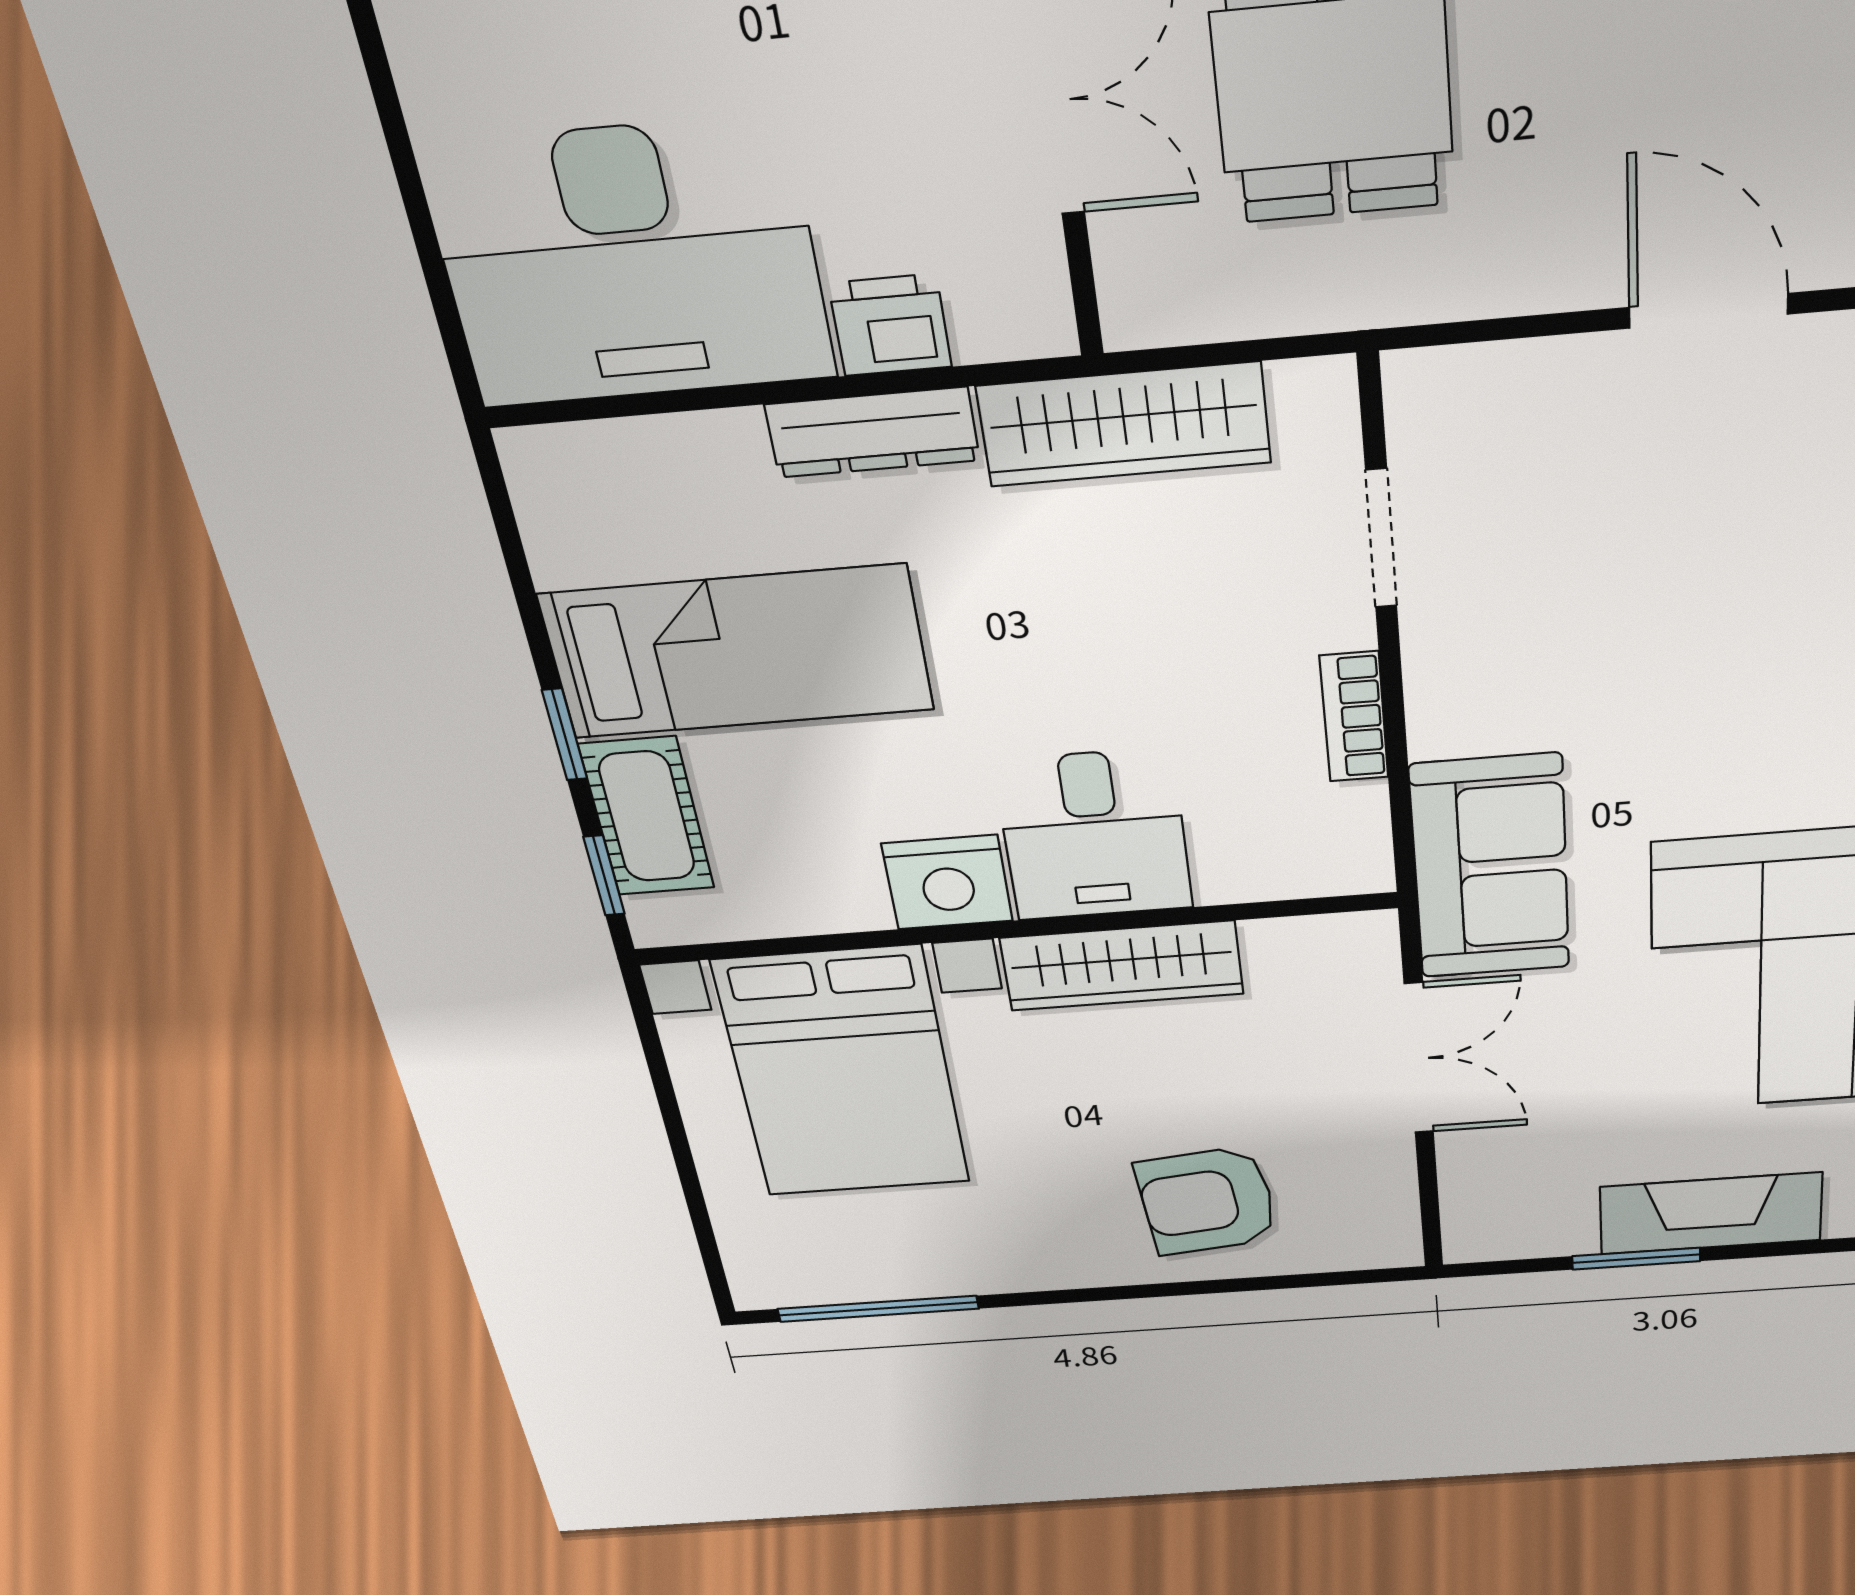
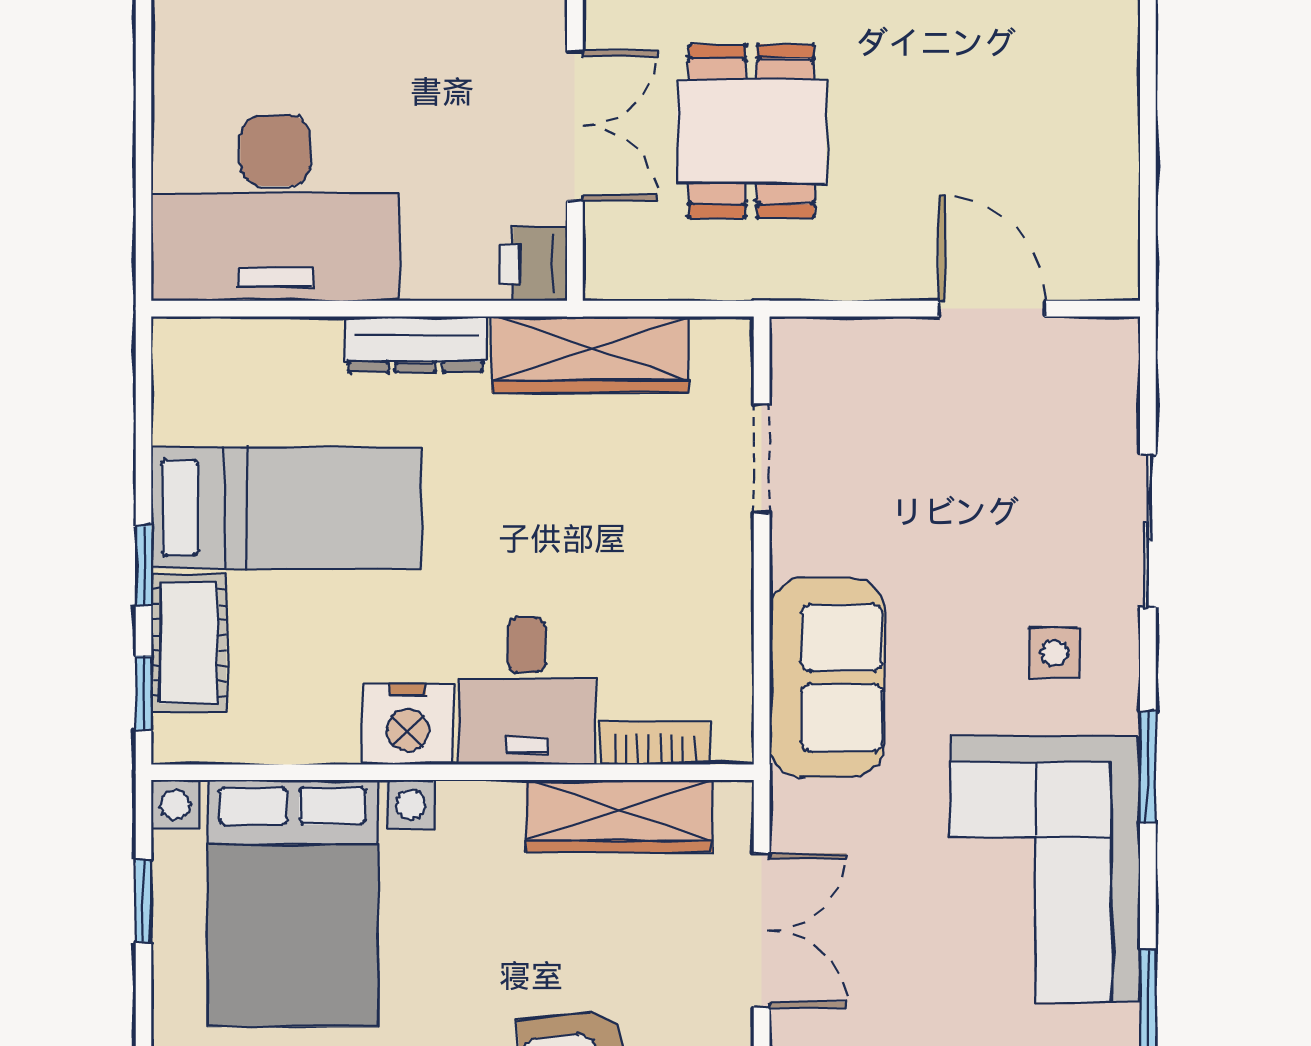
printer: (890, 325) -> (534, 264), moved, turned -90
bookcase: (1354, 717) -> (655, 743), moved, turned 90
side table: (1791, 739) -> (1055, 653), added
sofa: (1490, 867) -> (827, 678), moved
wardrobe: (1122, 966) -> (619, 816), moved
window: (663, 1084) -> (144, 901), added

